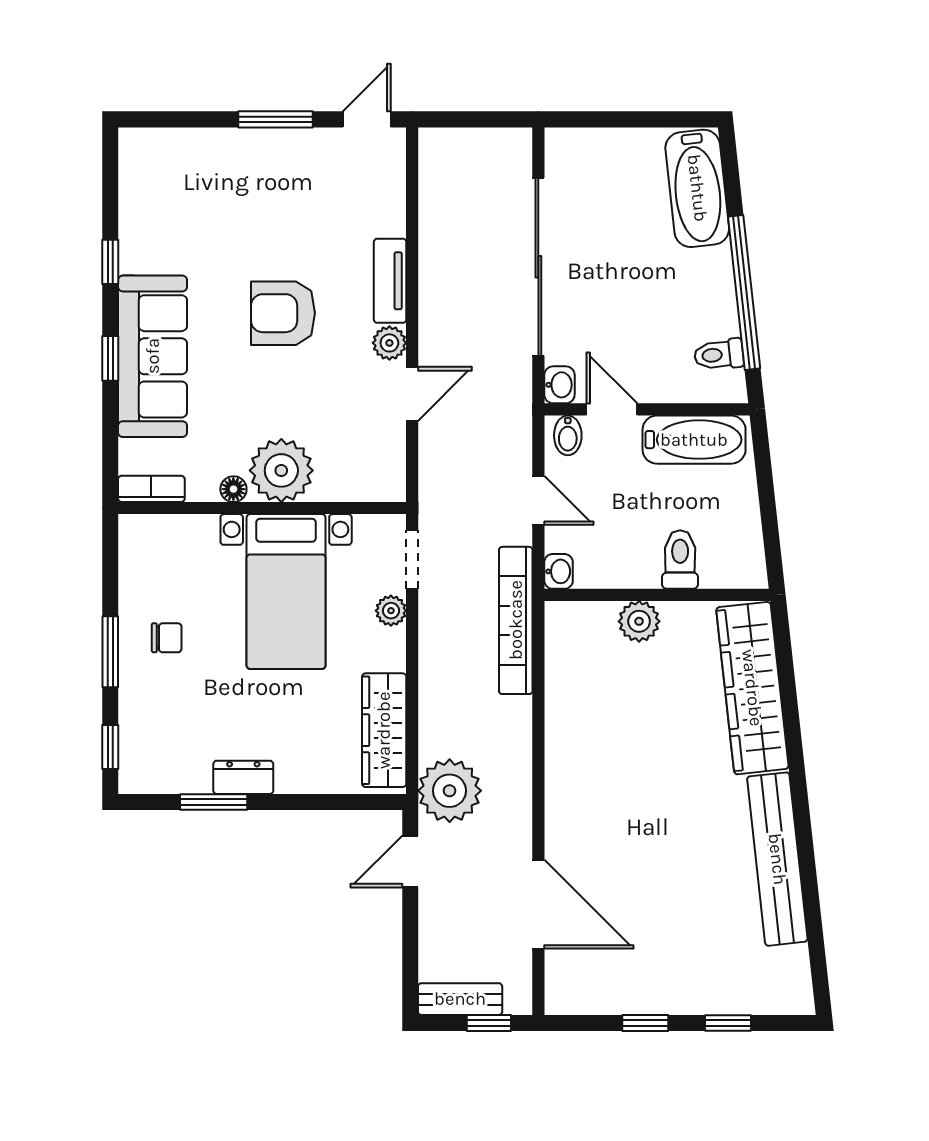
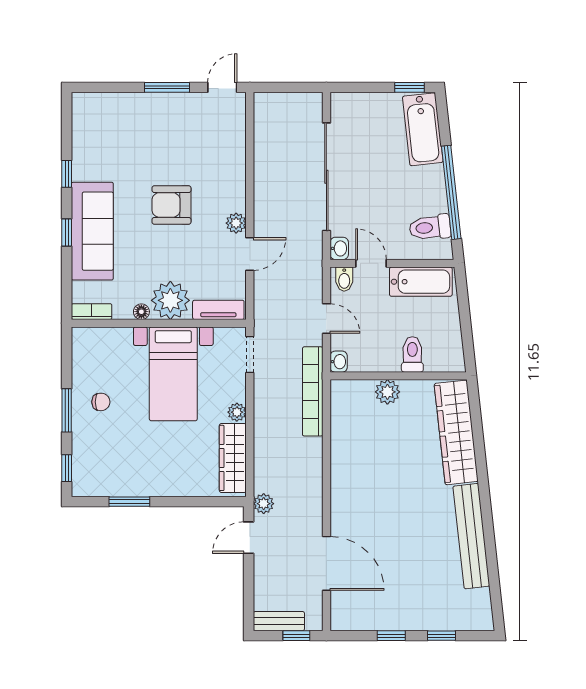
window: (675, 119) -> (410, 87), added
tv unit: (390, 281) -> (218, 310), moved, turned 90
toilet: (719, 355) -> (430, 227), width x1.37, depth x1.39
plant: (391, 611) -> (237, 412), moved
dresser: (243, 777) -> (147, 487), removed
plant: (450, 791) -> (264, 504), width x0.53, depth x0.53

